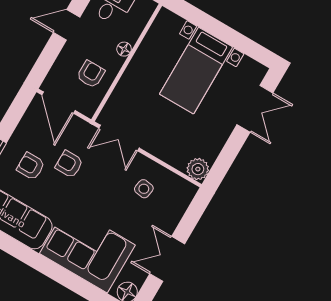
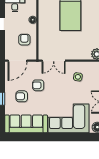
door: (59, 103) -> (17, 61), hinge flipped

